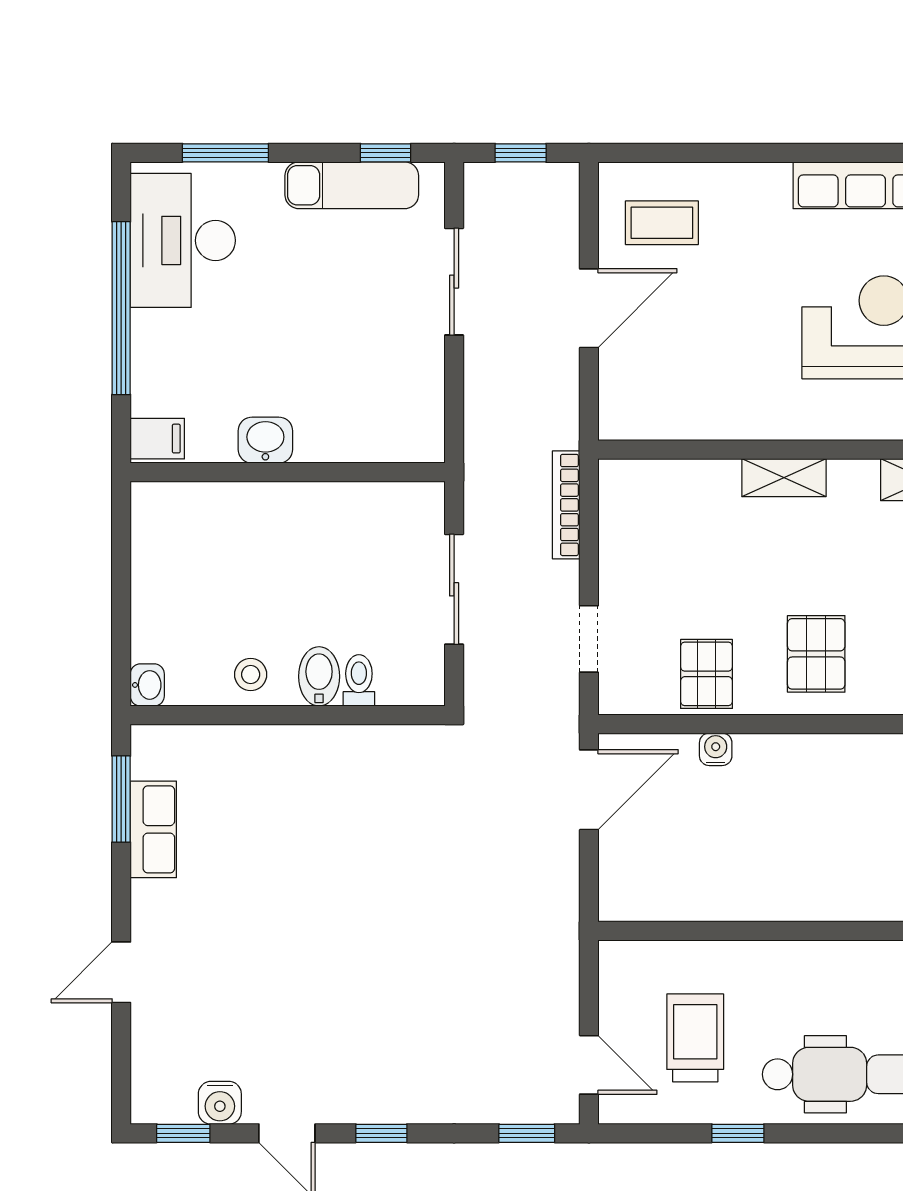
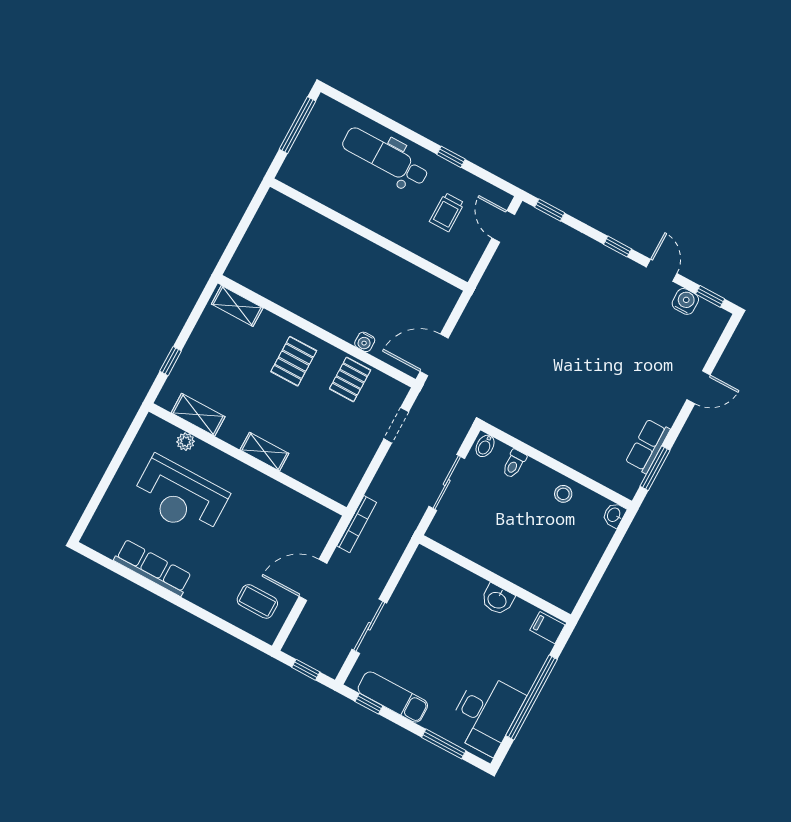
bookcase: (566, 505) -> (357, 524), moved
bidet: (319, 676) -> (485, 446), moved, width x0.72, depth x0.74
trolley: (695, 1038) -> (447, 212), width x0.73, depth x0.72

